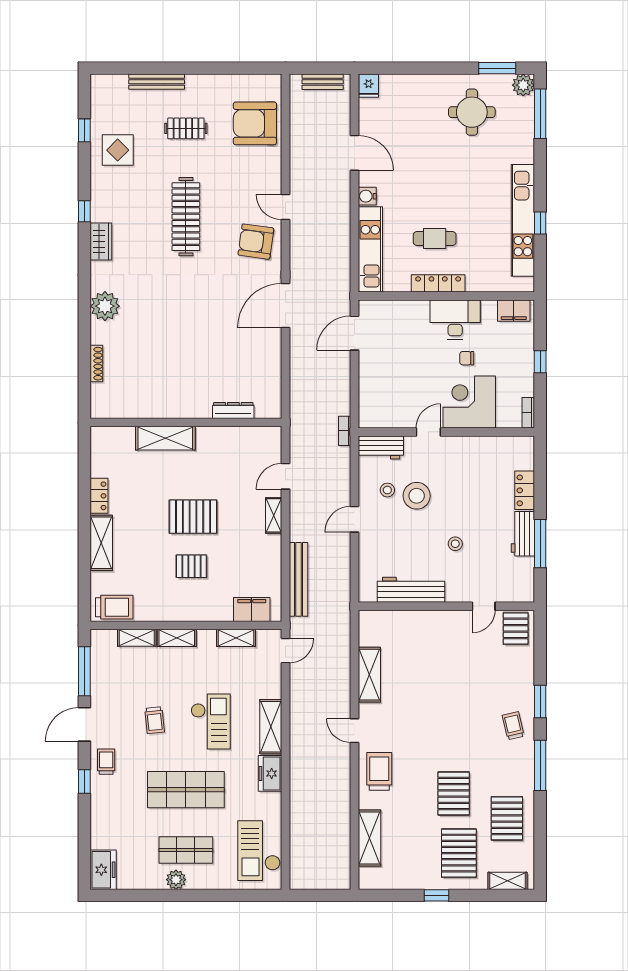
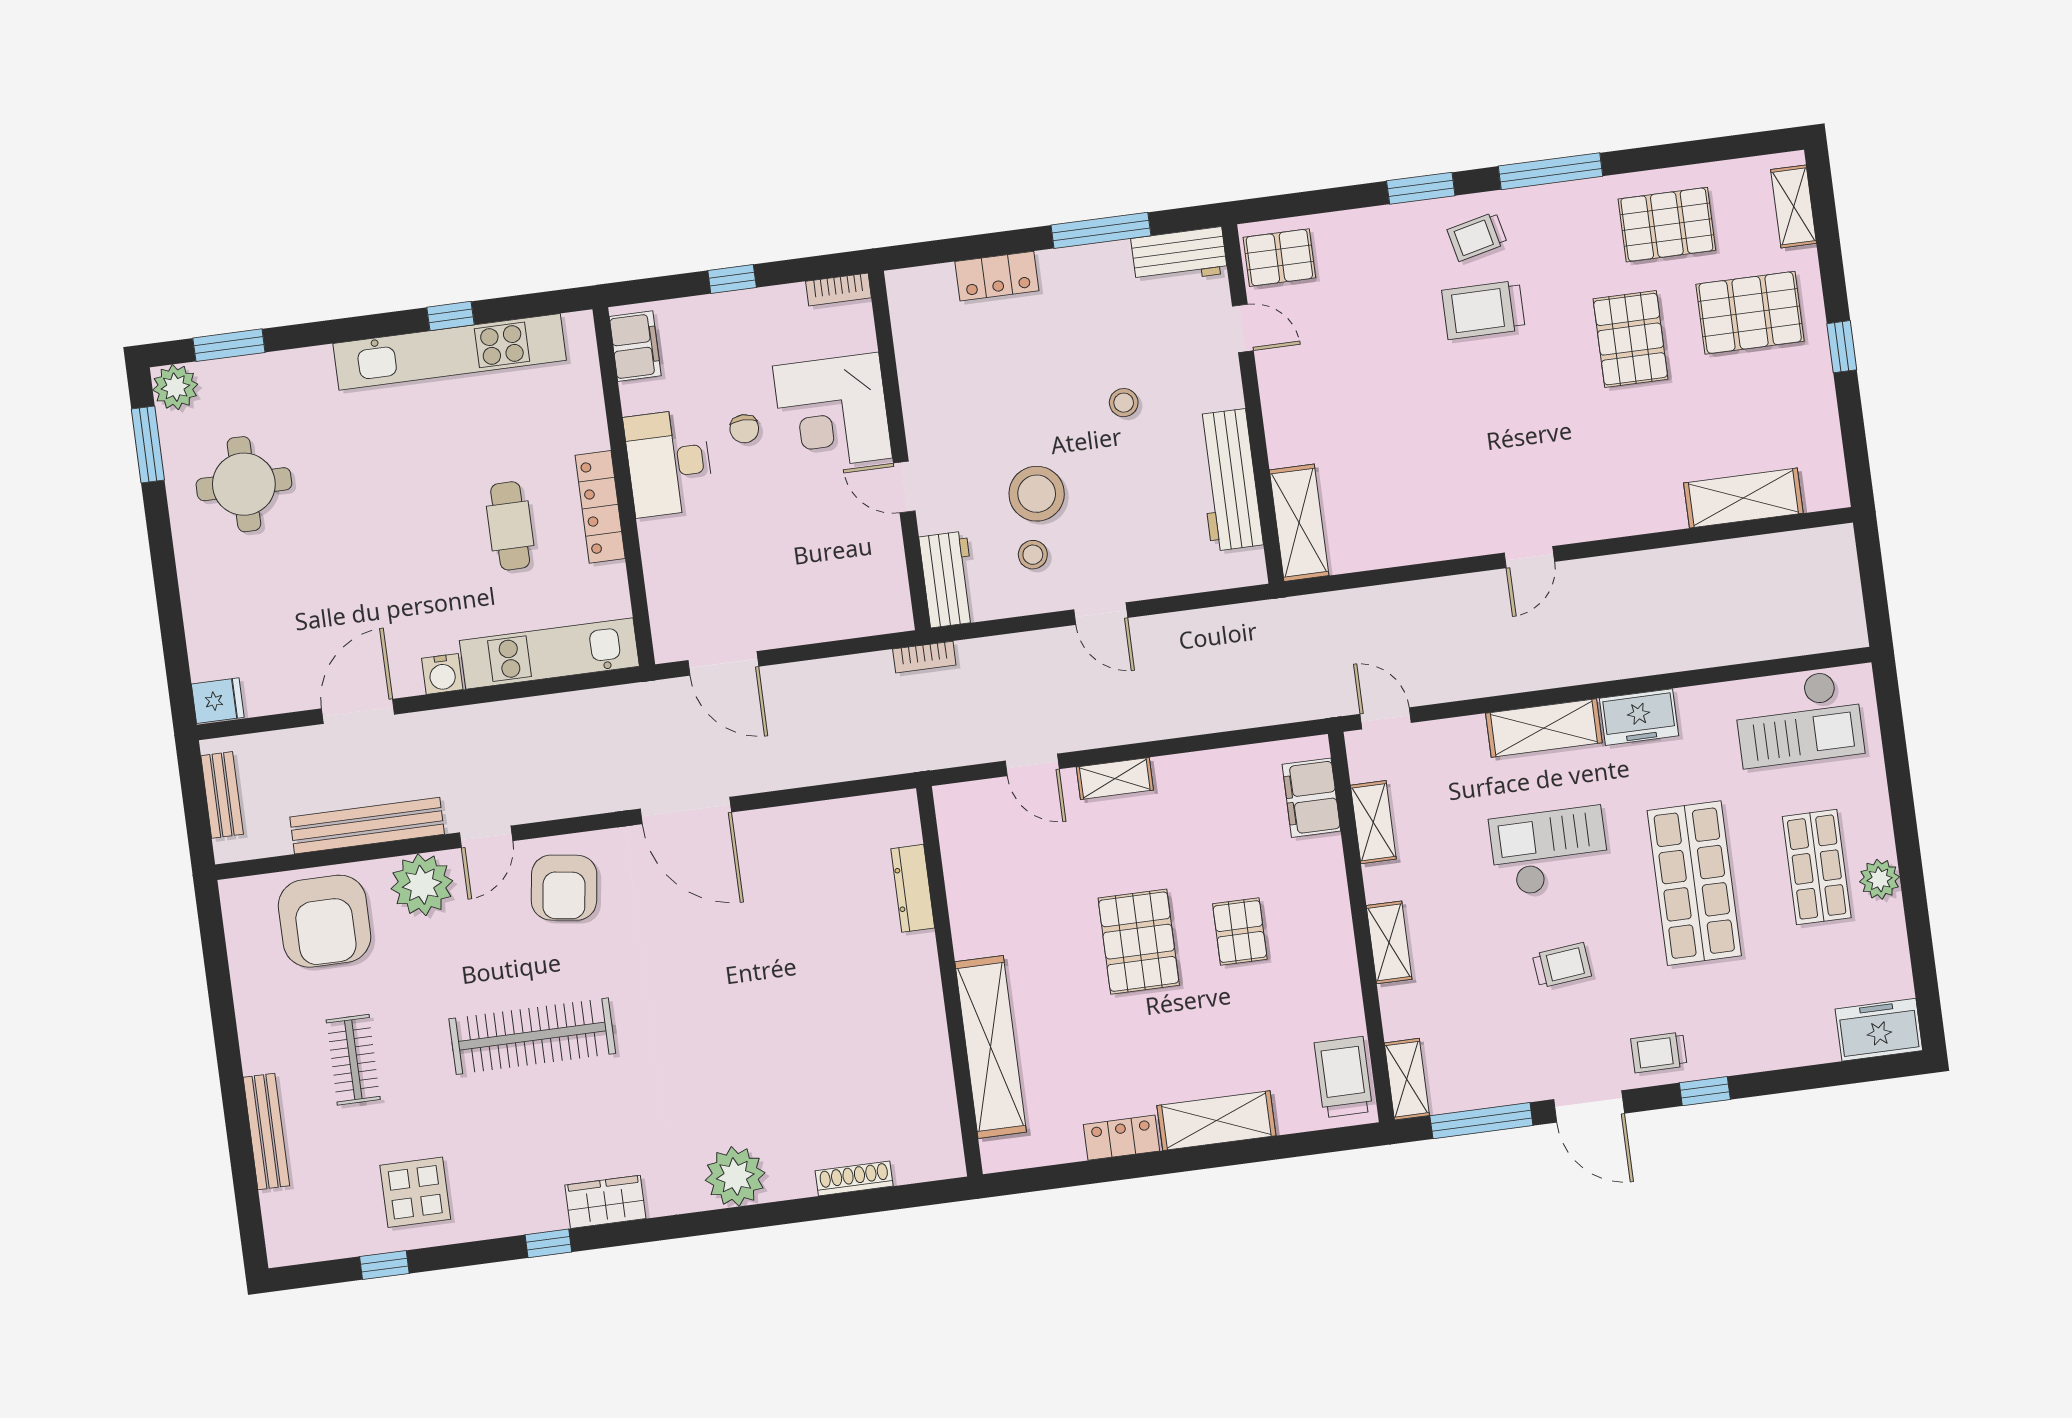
window: (540, 114) -> (229, 345), width x0.69
plant: (266, 173) -> (422, 885), added
shelving: (165, 438) -> (991, 1047), width x1.47
workbench: (523, 534) -> (1179, 256), moved
bench: (299, 579) -> (367, 826), moved
shelving: (137, 638) -> (1407, 1079), moved
shelving: (369, 675) -> (1299, 523), moved, turned 90
trolley: (379, 771) -> (1483, 310), moved
pallet: (454, 793) -> (1631, 339), turned 90

